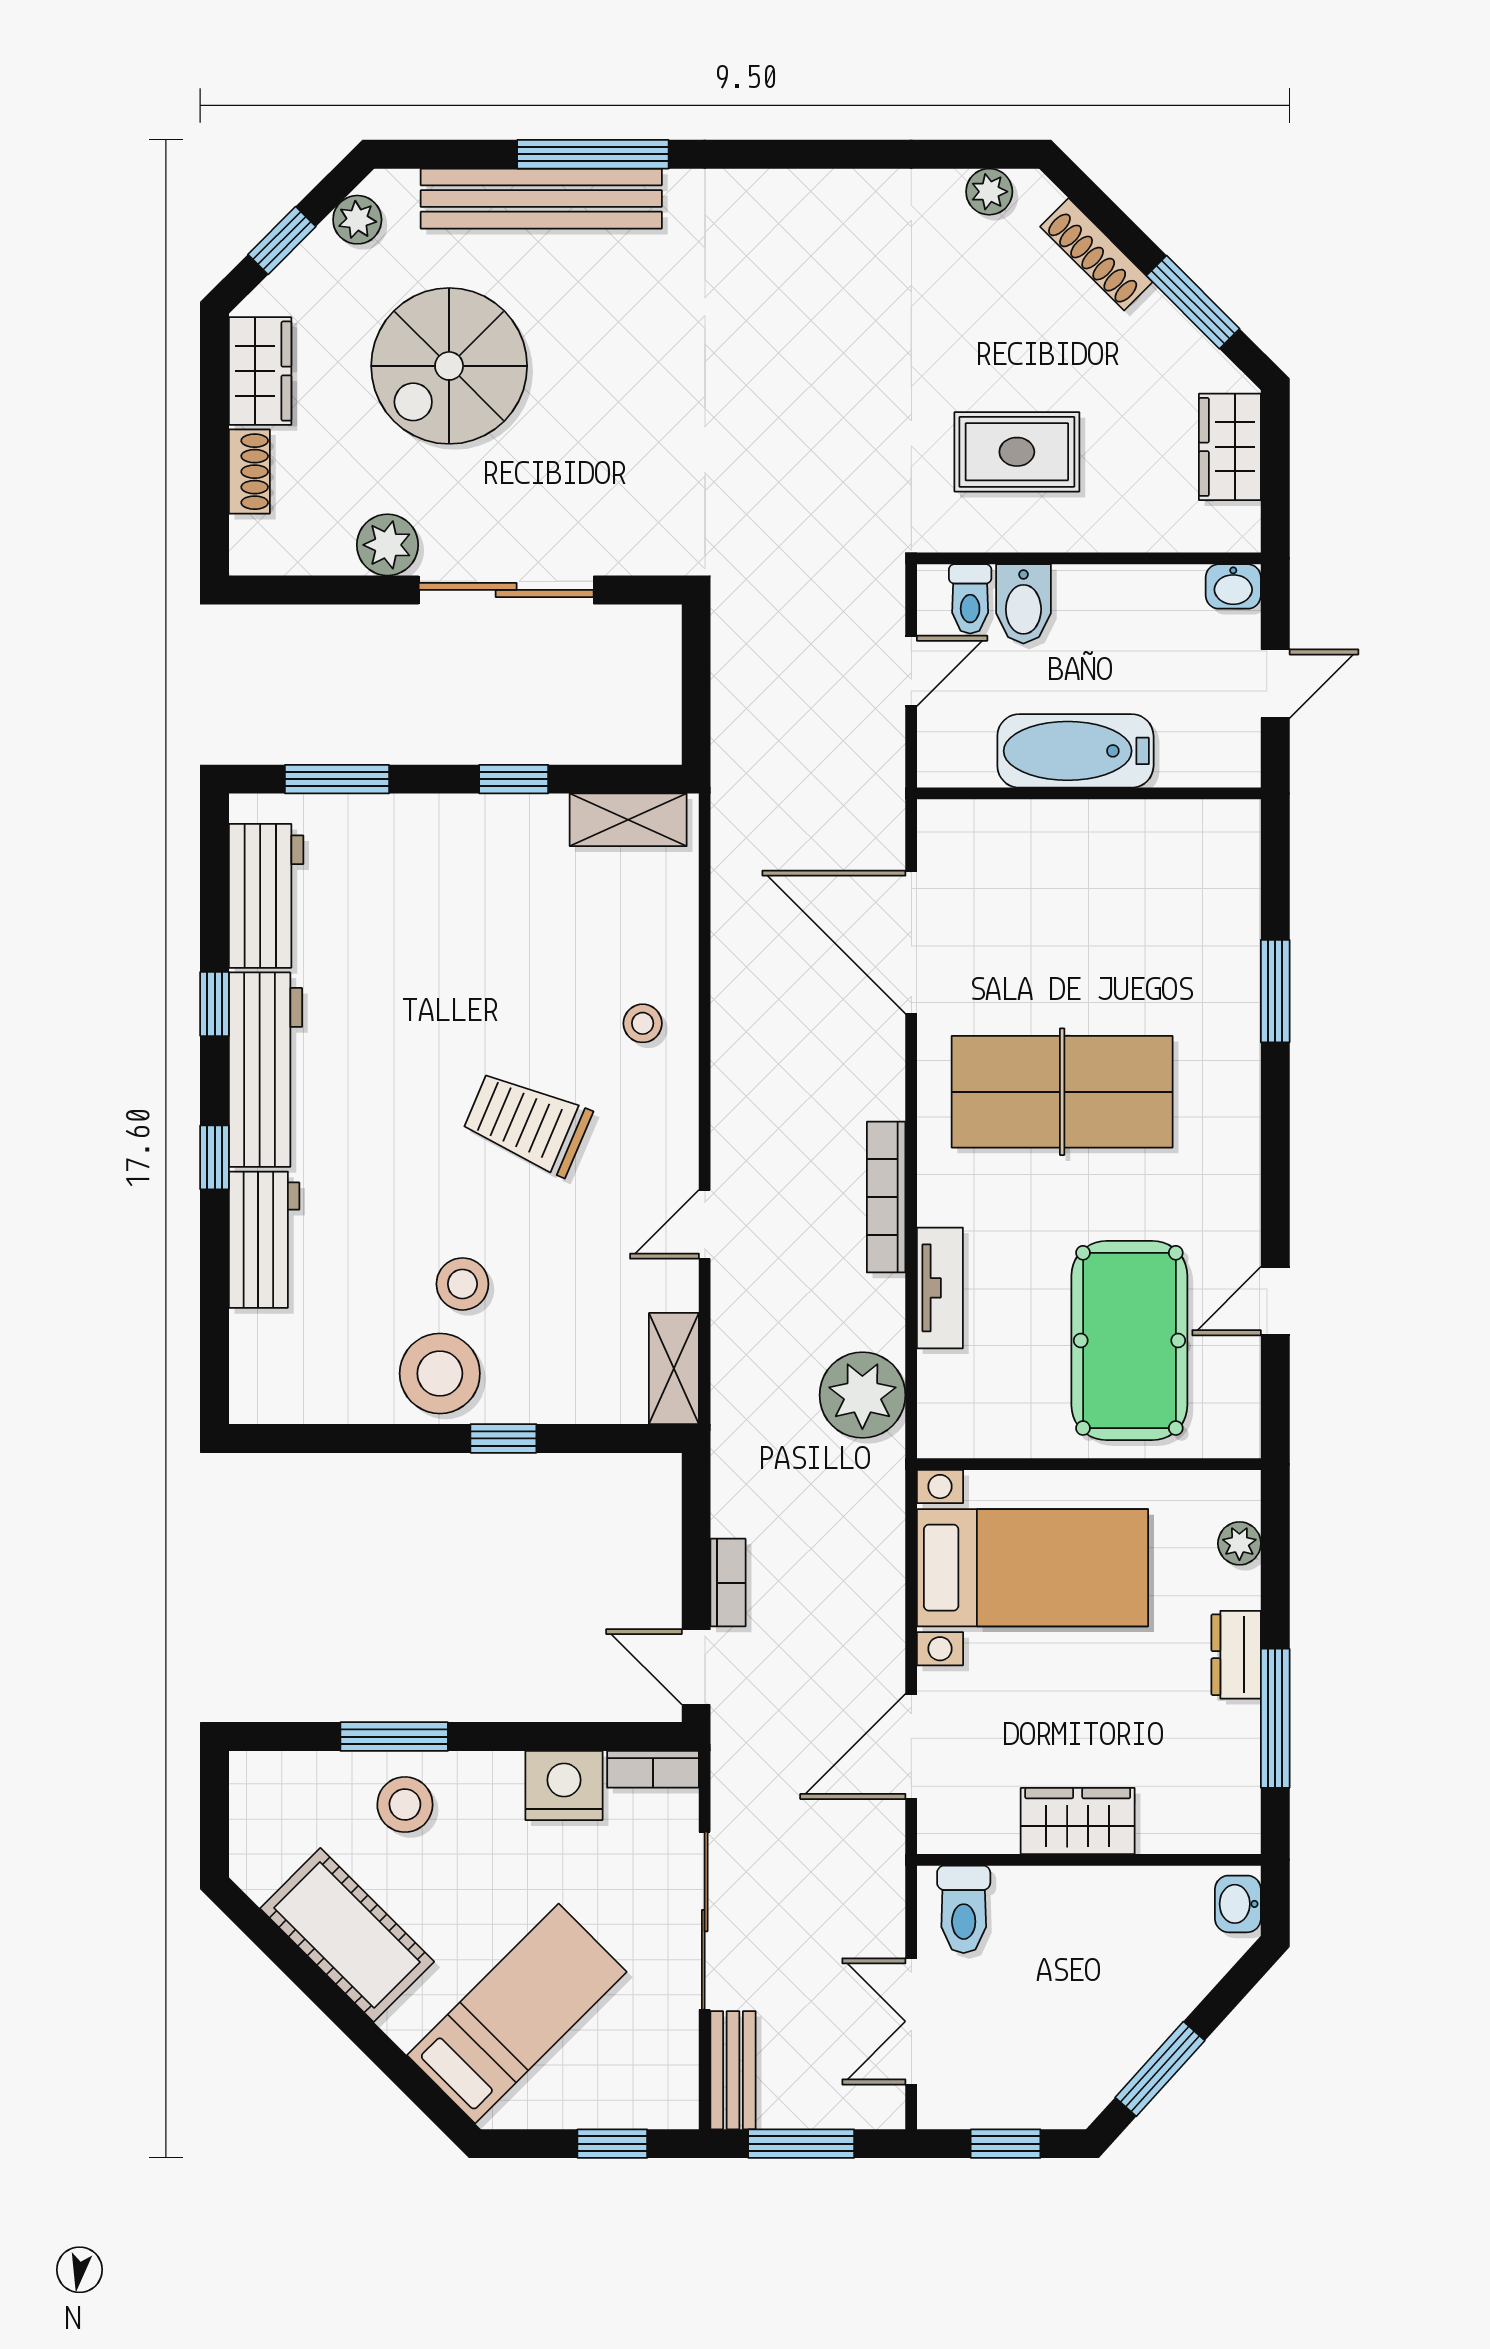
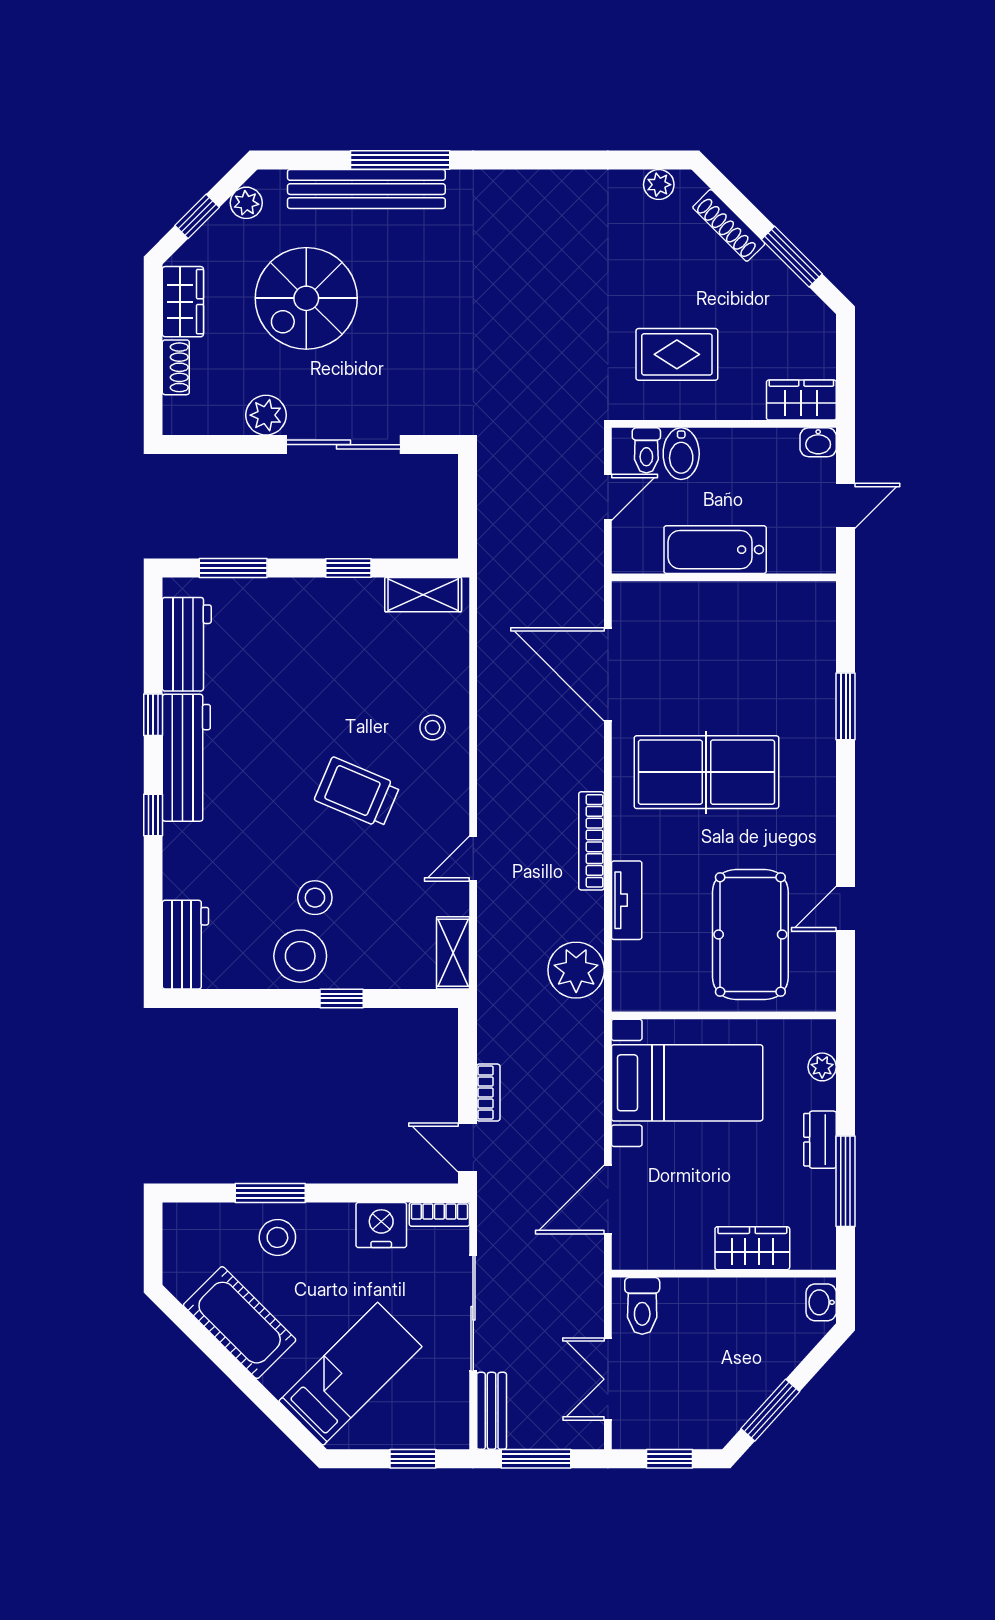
wardrobe: (1230, 447) -> (801, 400), moved, turned 90
workbench: (264, 1240) -> (185, 945), moved
wardrobe: (1078, 1821) -> (752, 1248), moved

